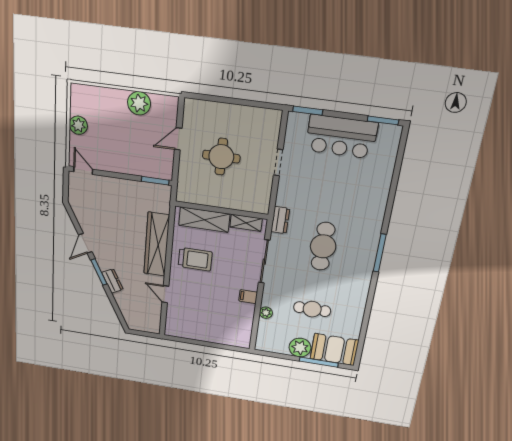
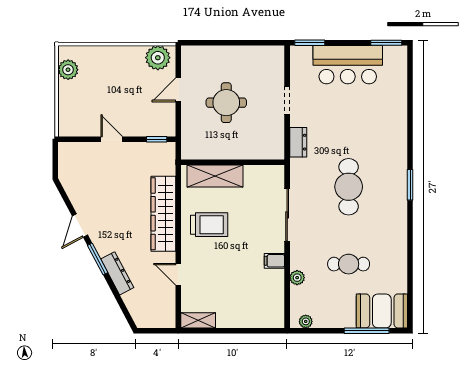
plant: (139, 103) -> (158, 58), moved
plant: (78, 125) -> (68, 70), moved
door: (83, 170) -> (112, 139), moved
window: (155, 181) -> (157, 139), width x0.67
dresser: (280, 220) -> (298, 142), moved
shelving: (246, 223) -> (198, 320), moved
window: (380, 253) -> (410, 185), width x0.69
dresser: (112, 281) -> (117, 273), width x1.44
plant: (300, 348) -> (306, 321), moved, width x0.53, depth x0.53

